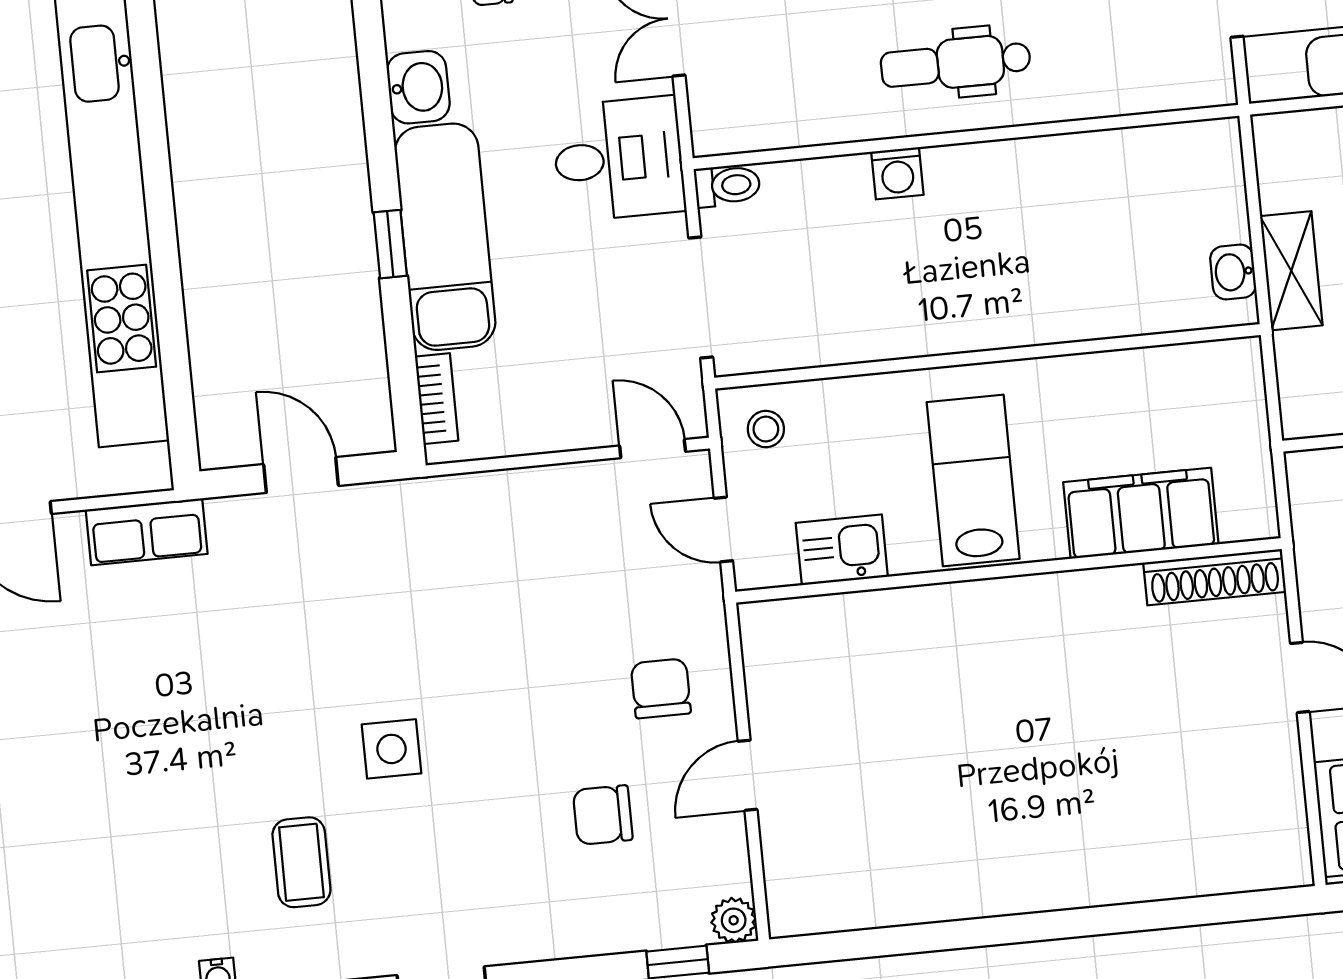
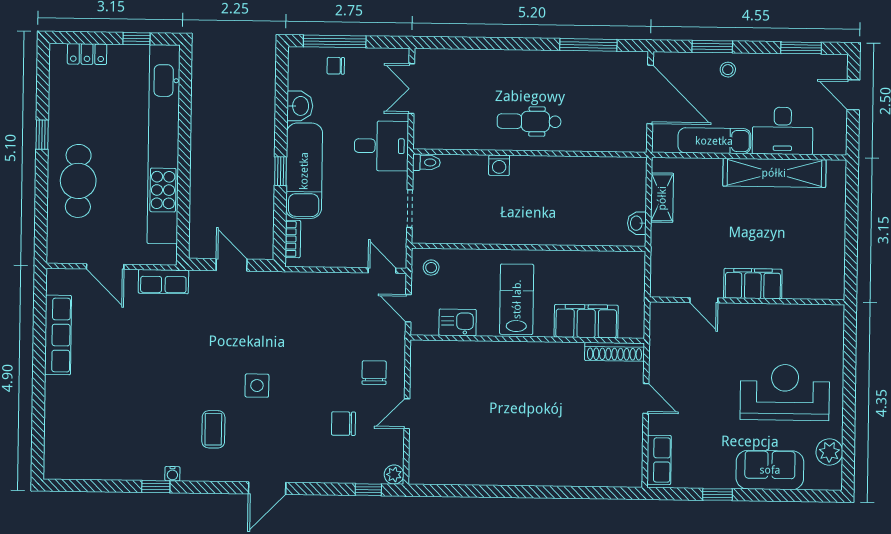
shelving: (1291, 271) -> (662, 198), moved
doorway: (701, 298) -> (410, 209), width x0.73

